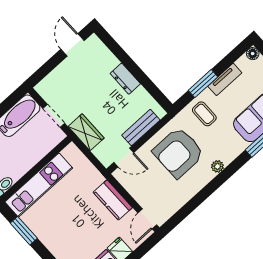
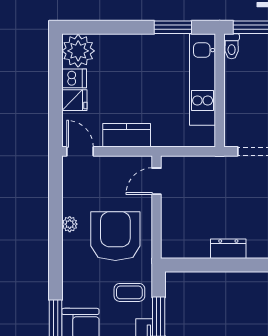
bench: (141, 128) -> (170, 222), removed
wardrobe: (86, 132) -> (212, 168), removed
plant: (217, 166) -> (70, 224), moved

